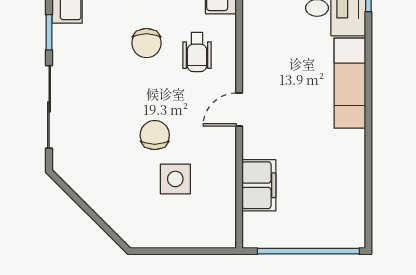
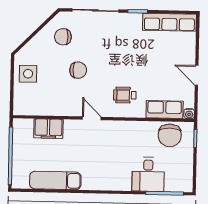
chair: (146, 43) -> (63, 37), moved
exam couch: (350, 83) -> (55, 180), moved
side table: (175, 179) -> (28, 74), moved

